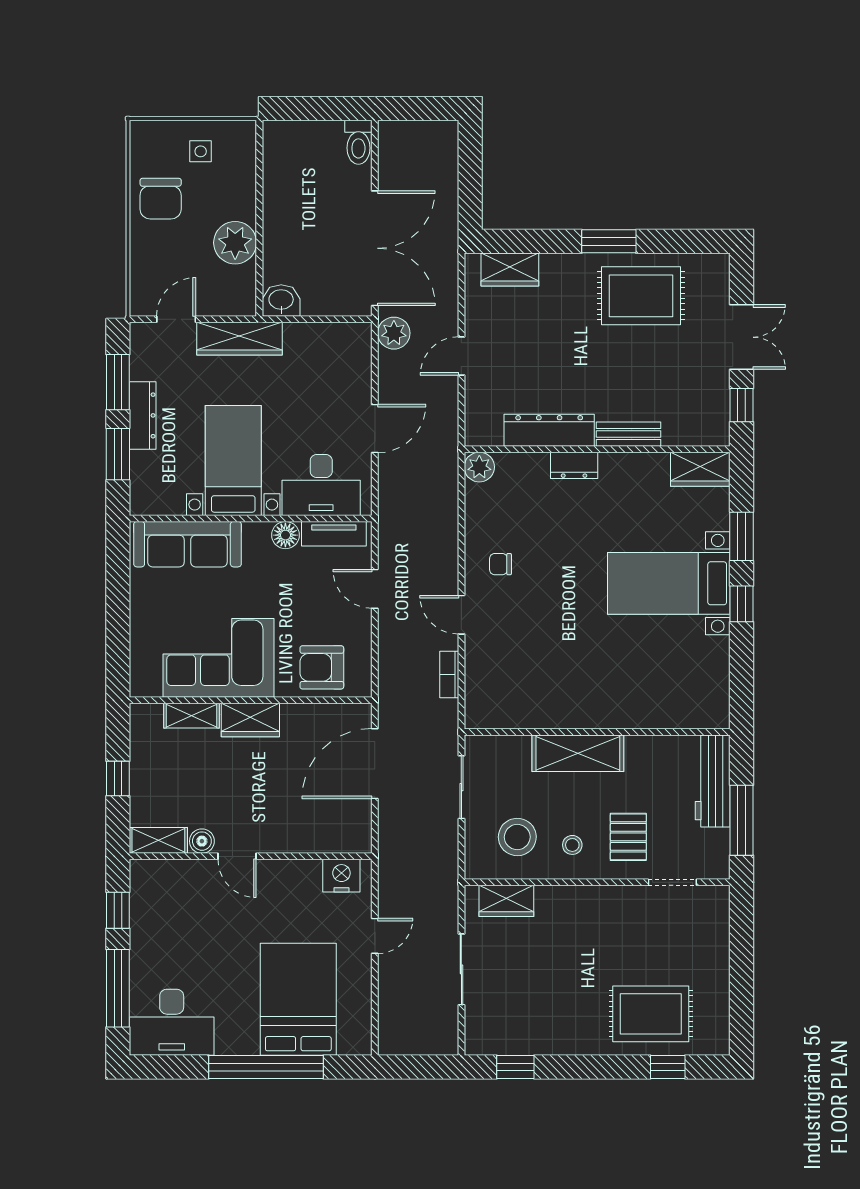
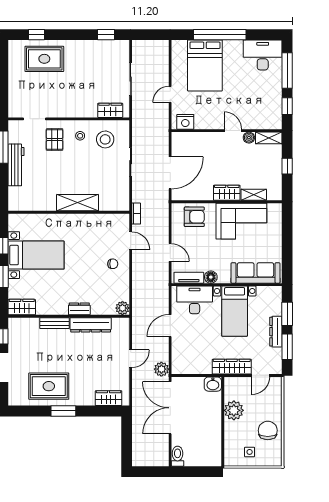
wall: (597, 732) -> (69, 212), moved
shelving: (578, 753) -> (78, 203), moved

